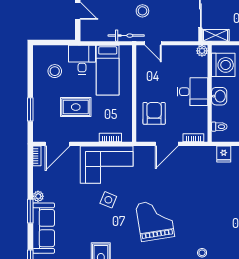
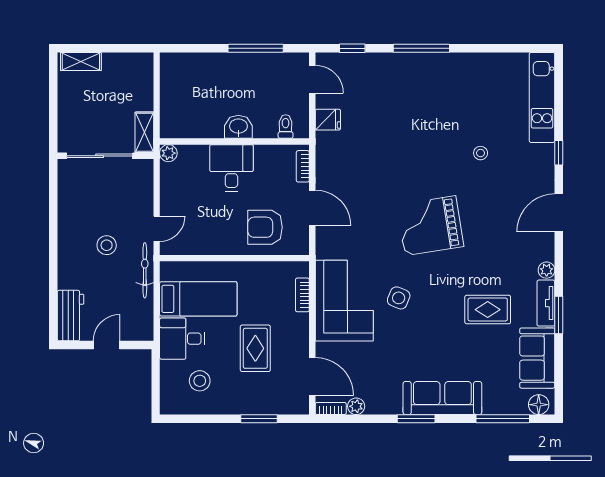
washing machine: (223, 65) -> (190, 120), removed
plant: (38, 196) -> (356, 406), moved

